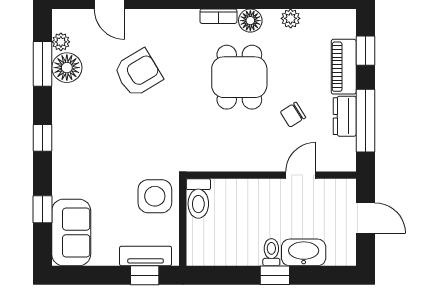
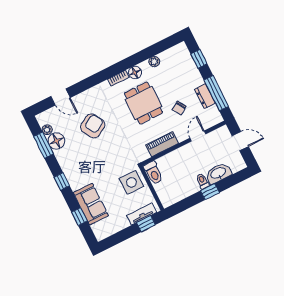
piano: (344, 67) -> (162, 144), moved, turned 90
sofa: (71, 232) -> (91, 204), moved

